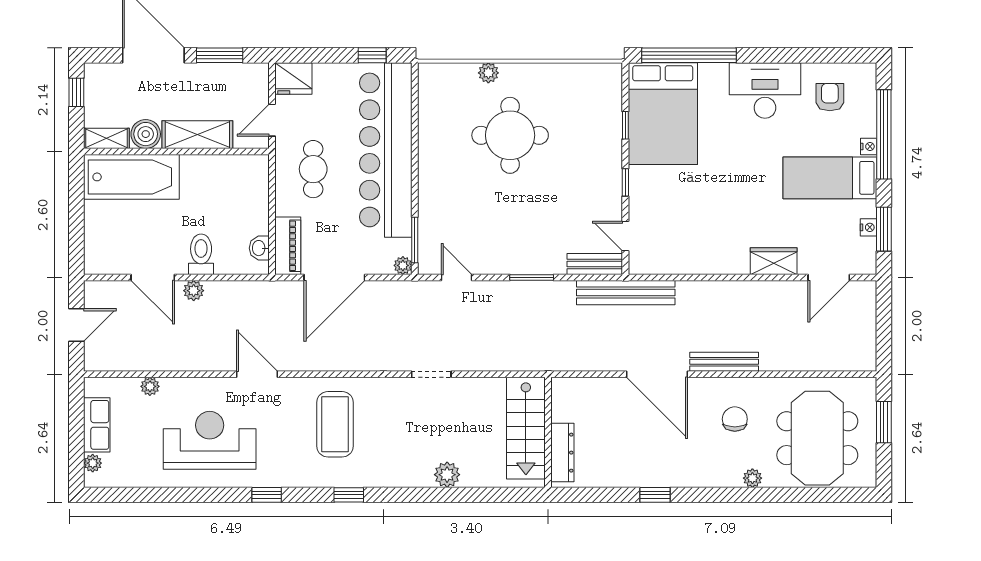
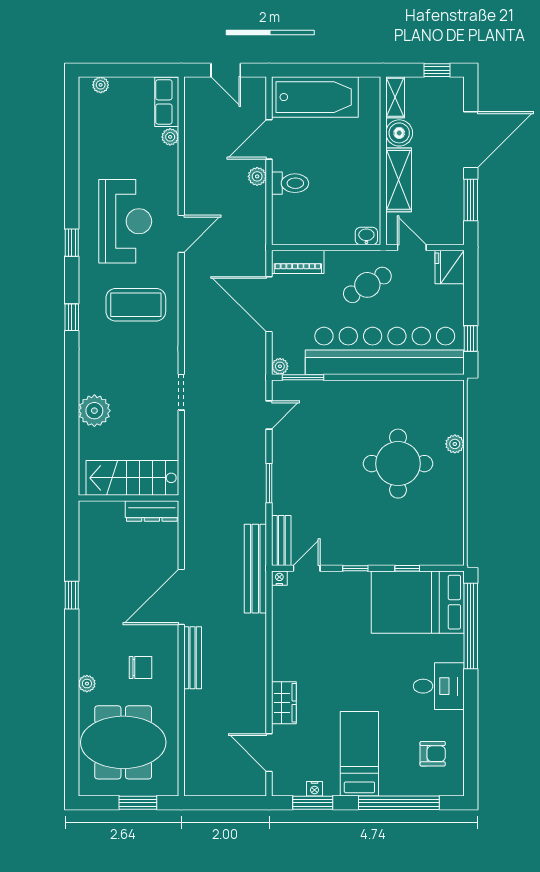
desk: (765, 90) -> (439, 686), width x0.73
nightstand: (869, 146) -> (279, 578), moved, turned 180
cafe table: (313, 169) -> (367, 285), turned -31
bathtub: (131, 177) -> (315, 97), moved, turned -90
washbasin: (259, 248) -> (366, 236), moved
row of seats: (97, 425) -> (167, 102), moved, turned 90
reception desk: (210, 440) -> (125, 221), moved
dresser: (562, 453) -> (152, 511), moved
plant: (447, 475) -> (94, 411), width x1.36, depth x1.36

